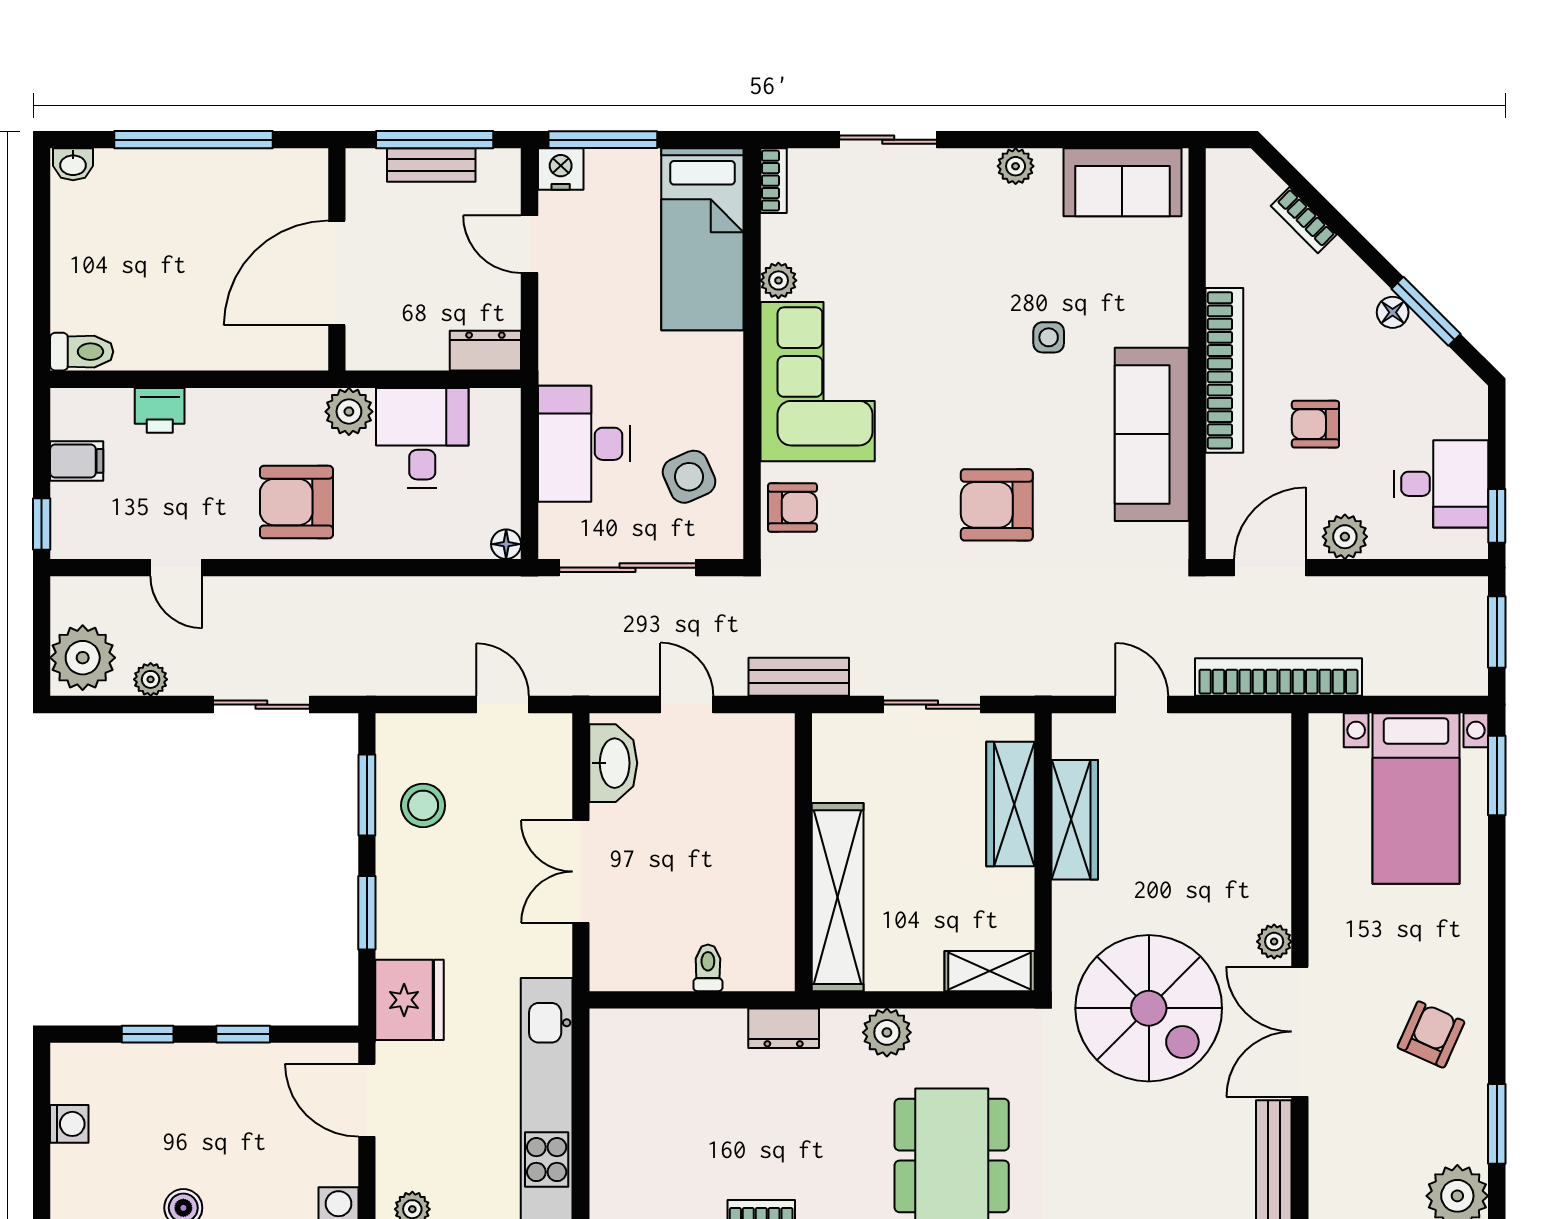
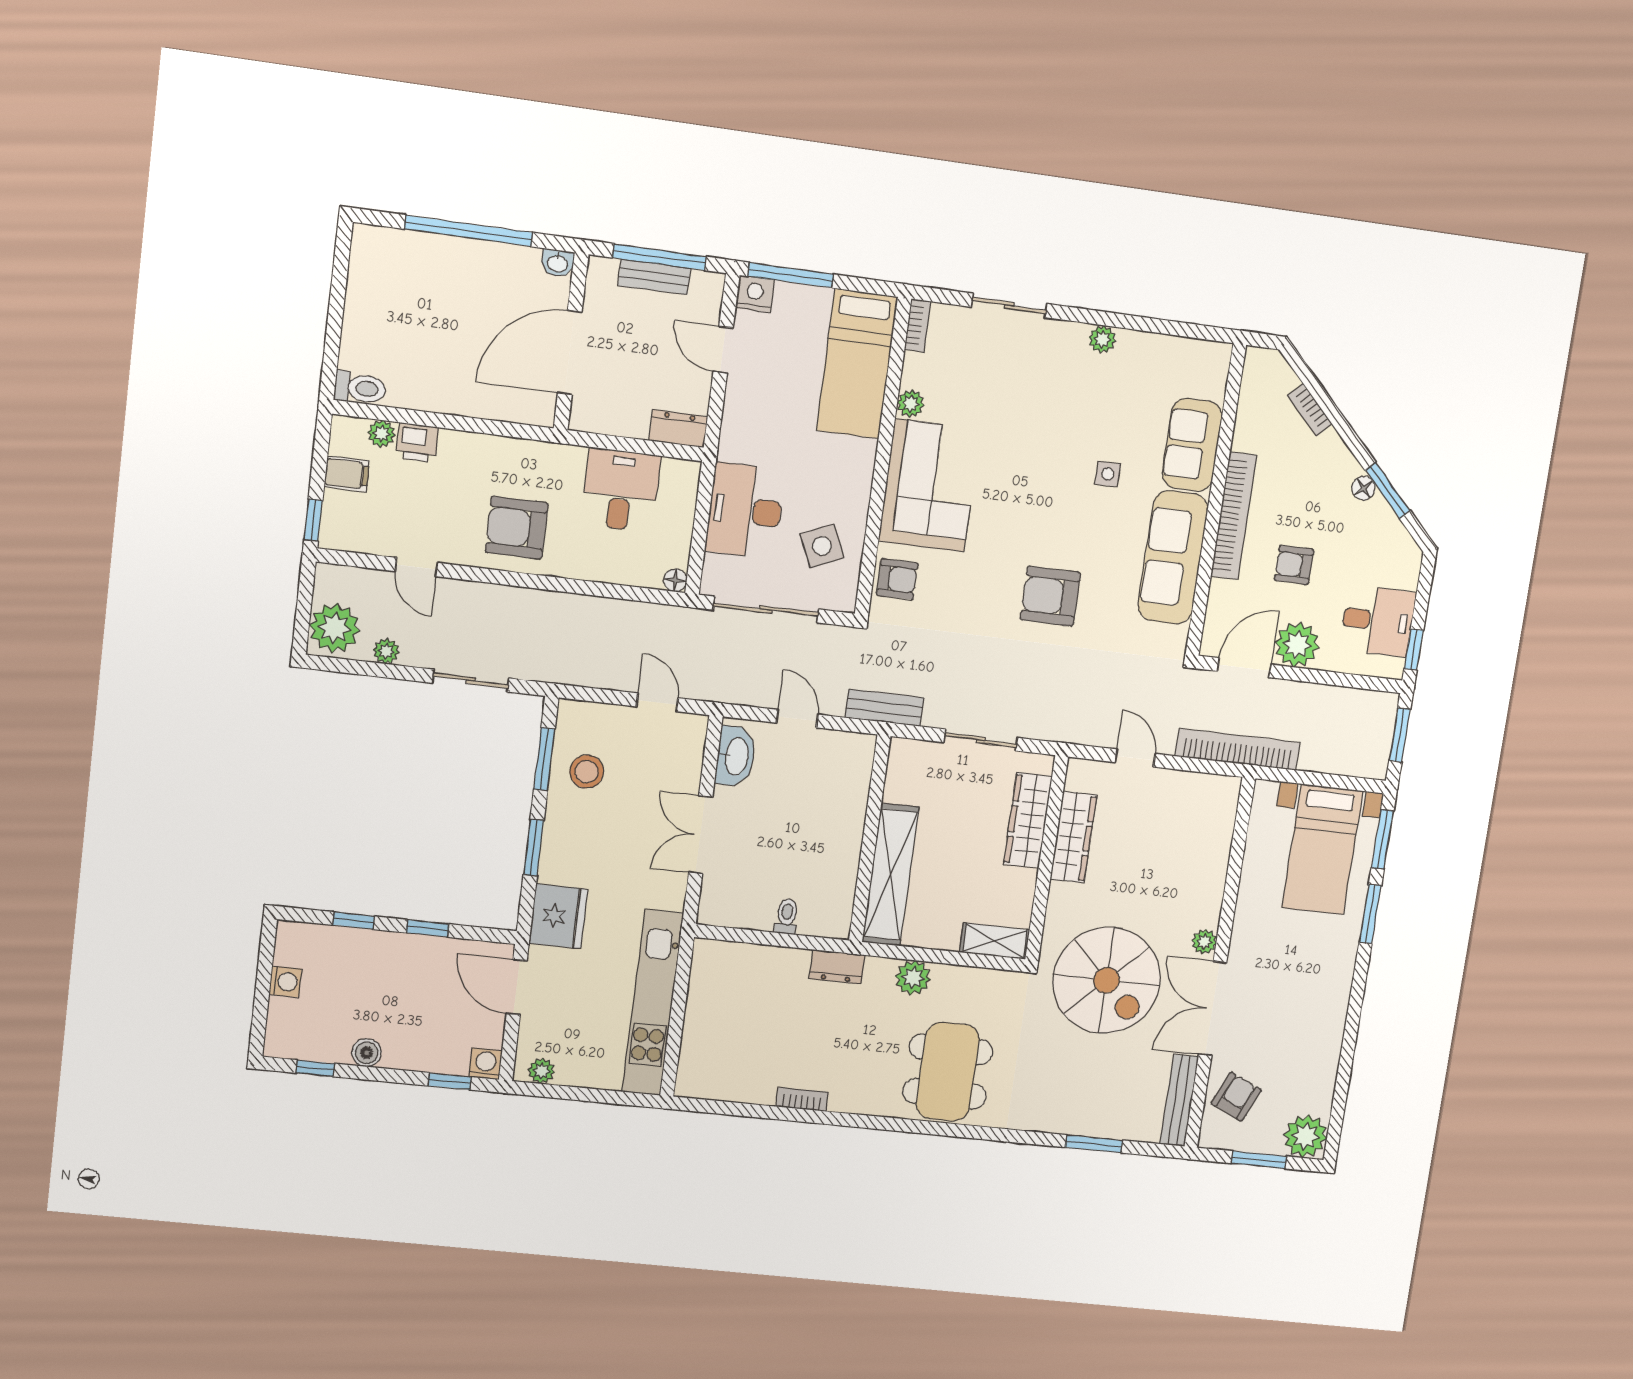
washbasin: (73, 164) -> (558, 263), moved
sofa: (1122, 182) -> (1192, 445), moved, turned 90
plant: (349, 412) -> (381, 434), moved, width x0.73, depth x0.73
plant: (1345, 537) -> (1297, 645), width x1.36, depth x1.36
armchair: (1431, 1034) -> (1236, 1097), moved
window: (1497, 1124) -> (1370, 914), moved

